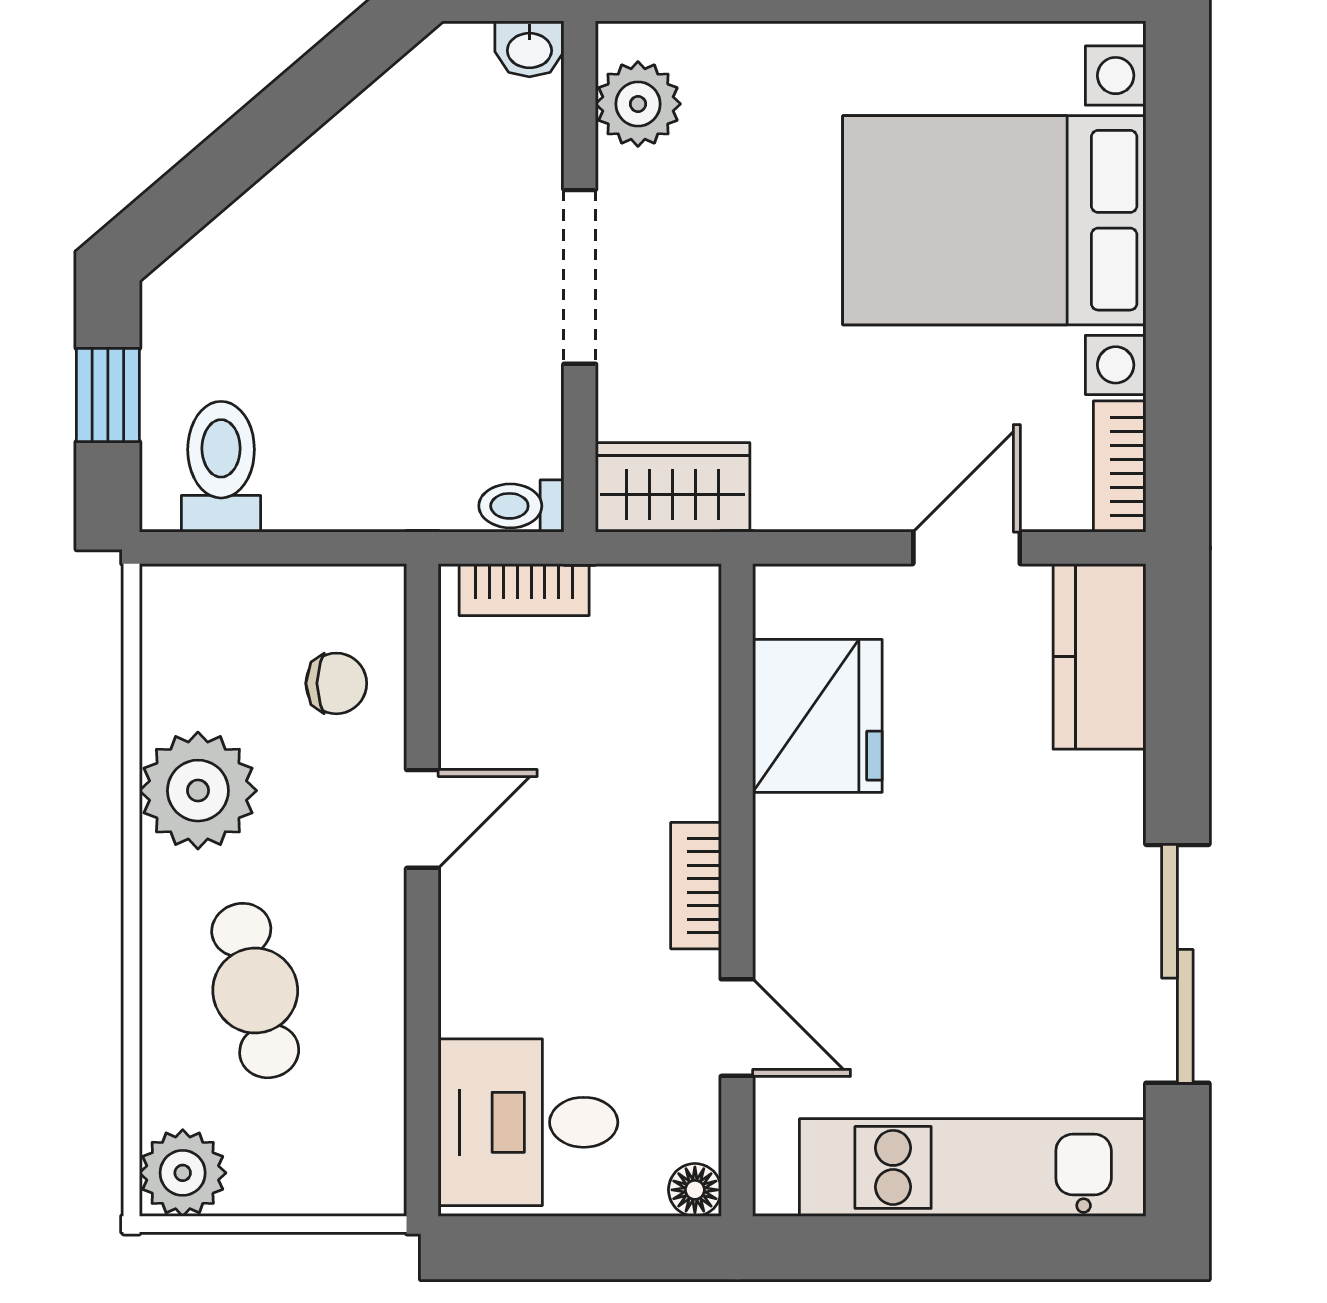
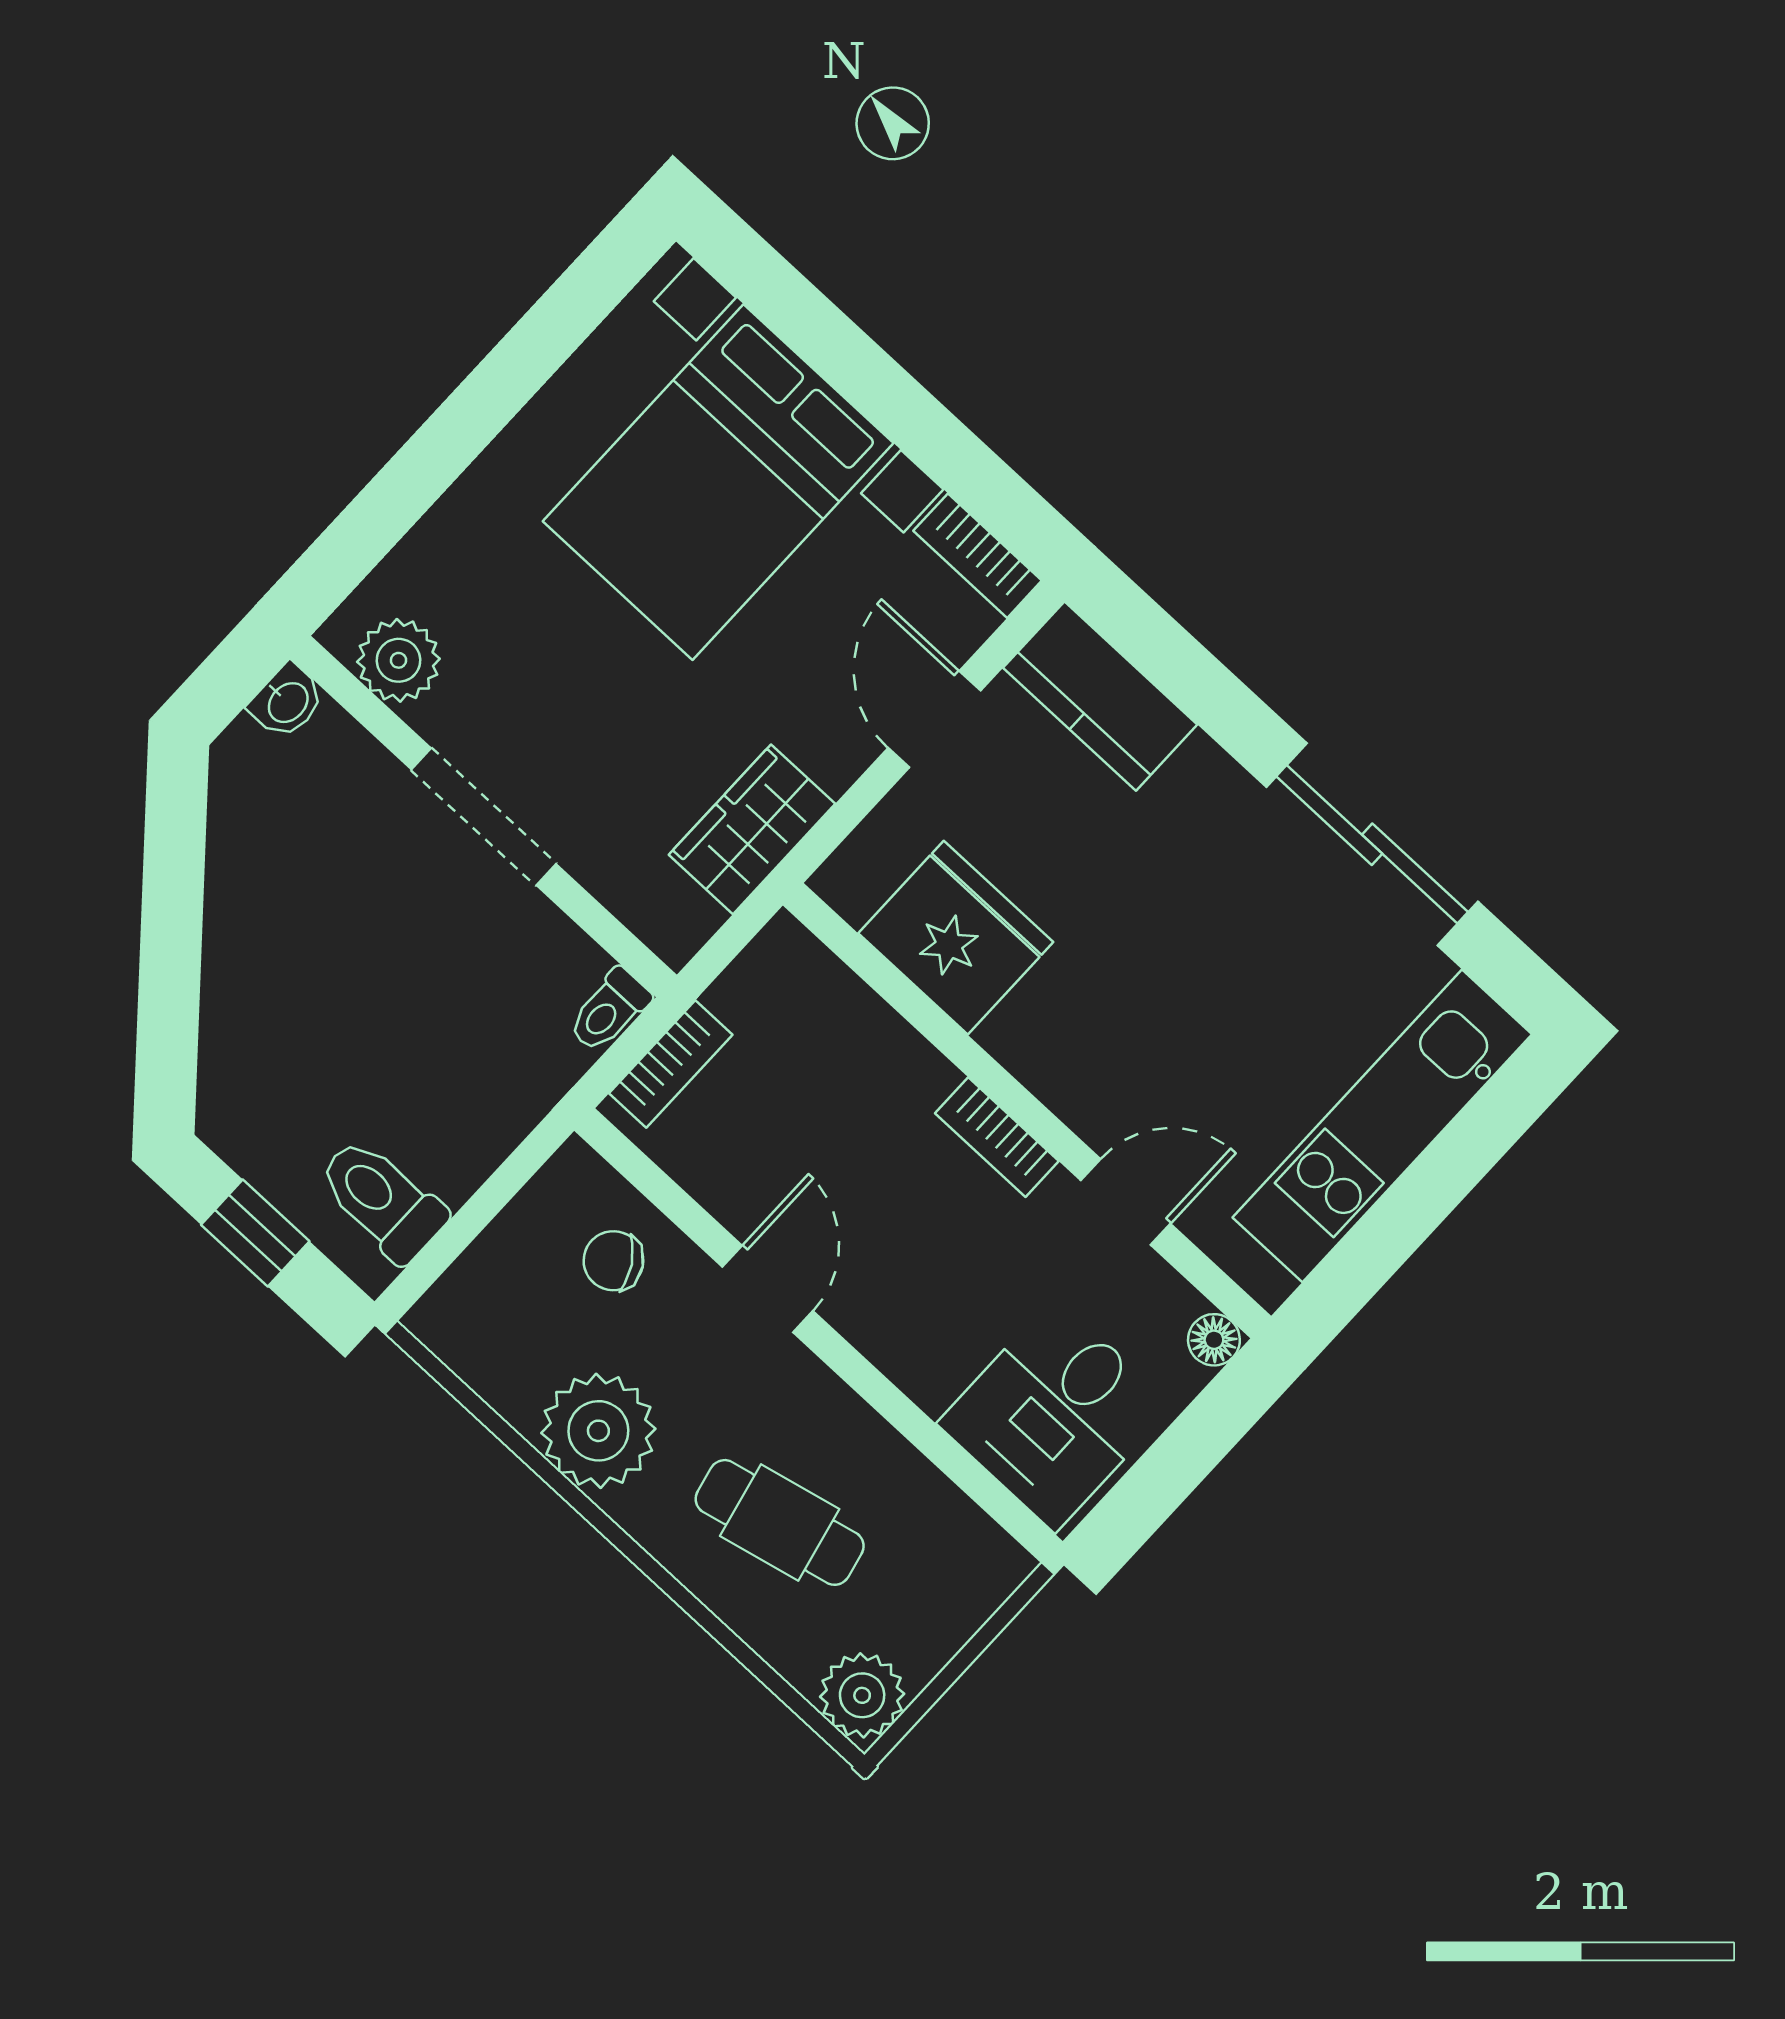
wardrobe: (673, 487) -> (752, 829), moved
chair: (336, 683) -> (613, 1261), turned -122

